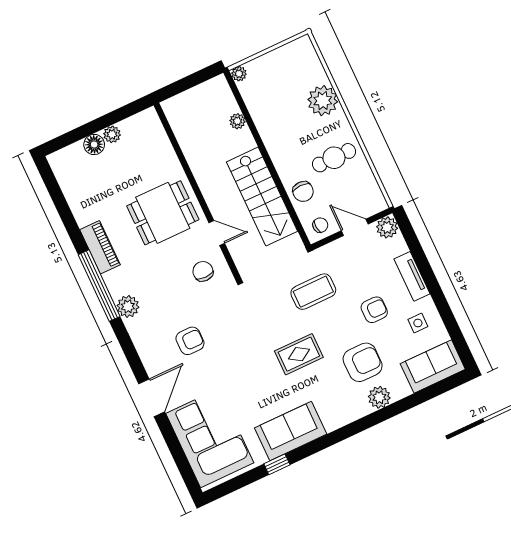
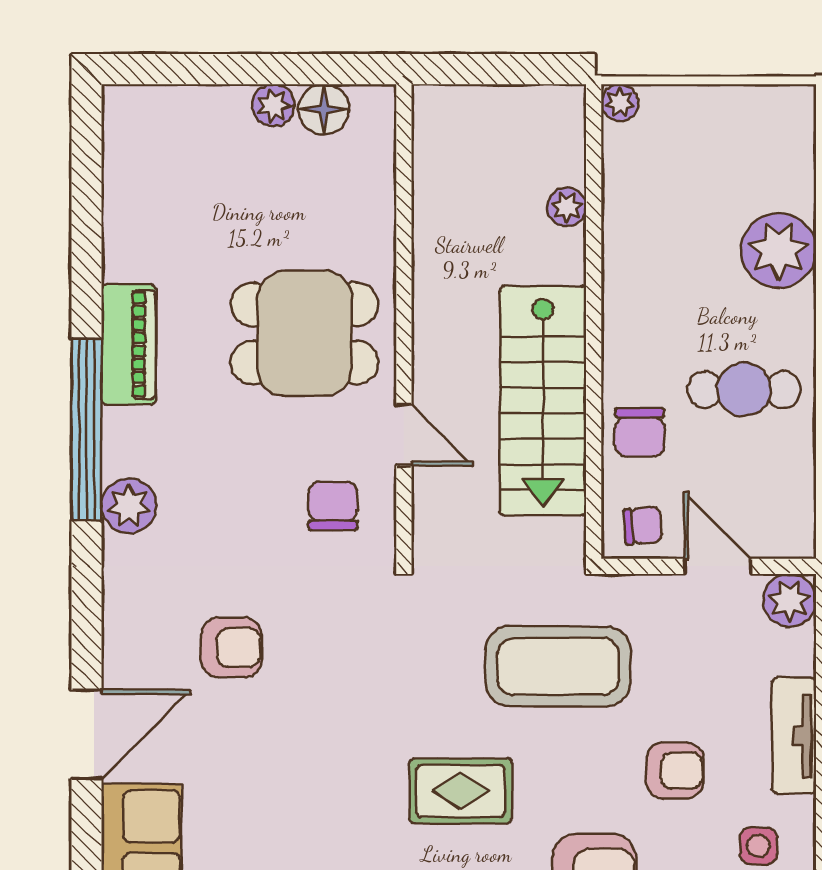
floor lamp: (94, 144) -> (324, 109), moved
coffee table: (313, 292) -> (558, 666), width x1.36, depth x1.32

